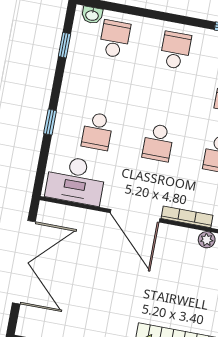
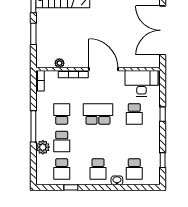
washbasin: (92, 15) -> (117, 180), moved
school desk: (97, 131) -> (134, 114), turned 180
school desk: (158, 143) -> (98, 114), width x1.85

